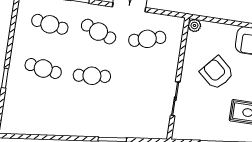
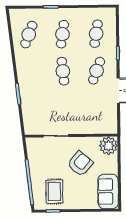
plant: (194, 25) -> (108, 146), width x1.88, depth x1.88
cafe table: (147, 39) -> (29, 35), moved, turned 36

